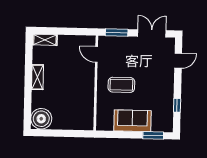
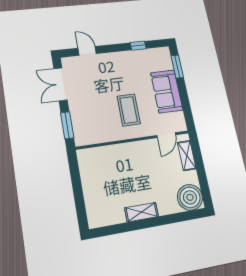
shelving: (45, 40) -> (187, 156), moved
door: (96, 54) -> (166, 135), moved

